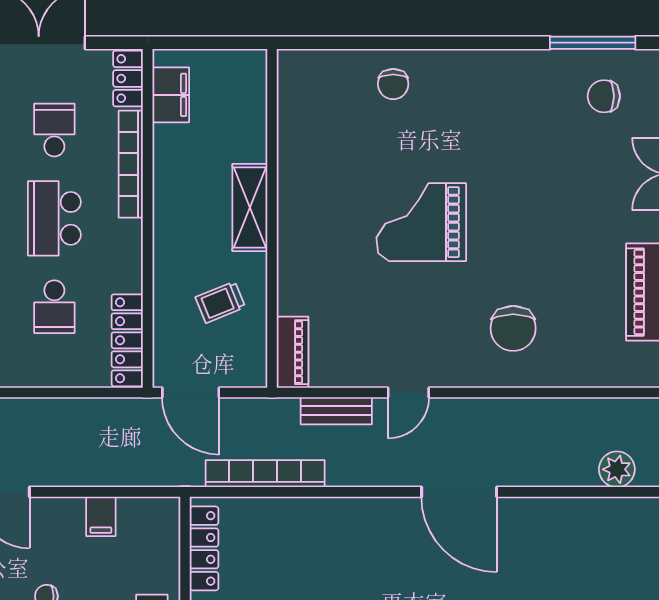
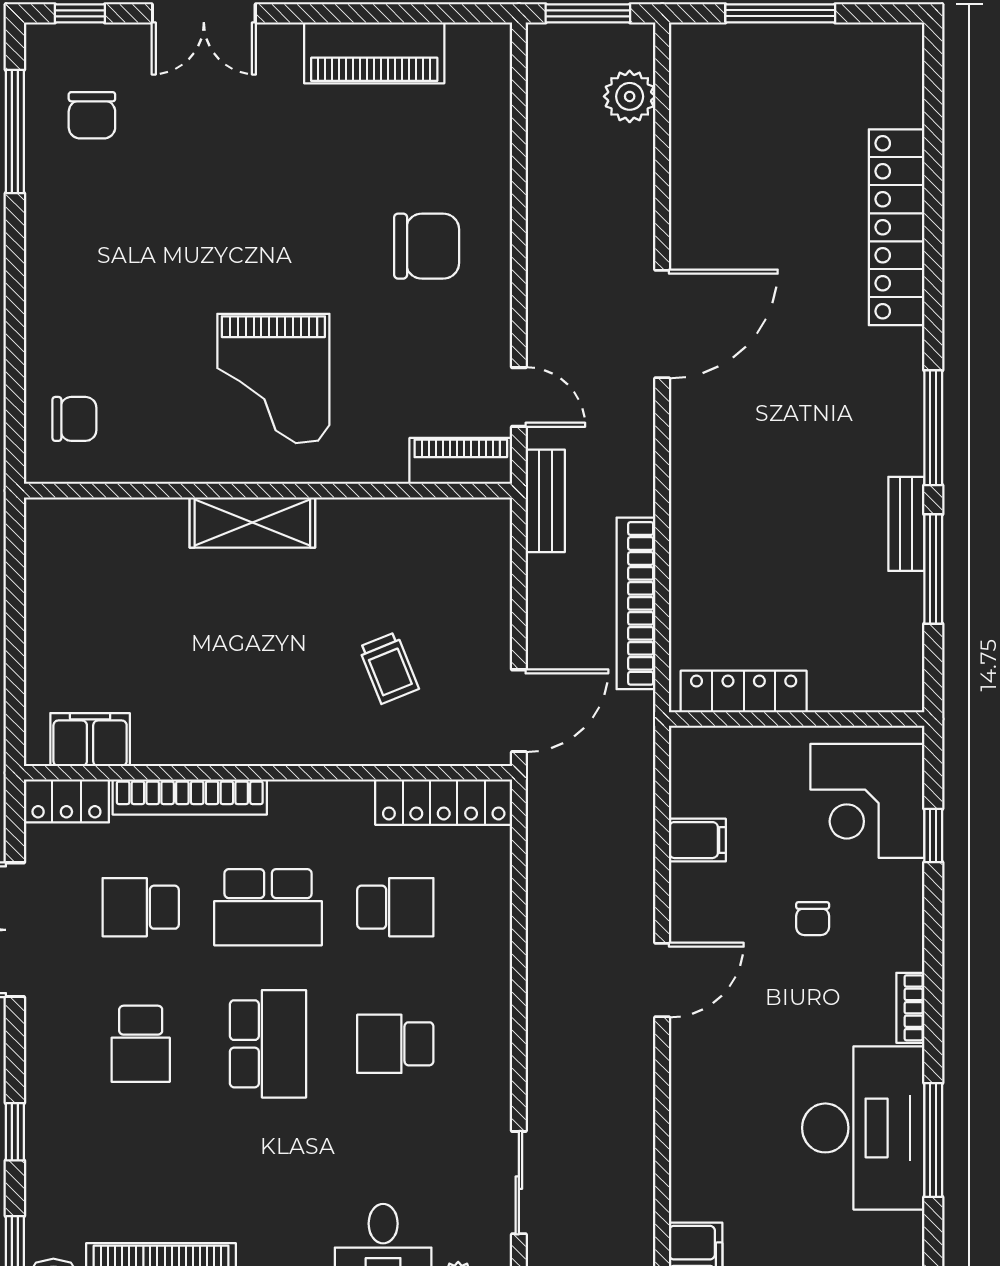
shelving: (250, 208) -> (252, 522), moved
wall: (272, 218) -> (268, 491), moved
piano: (293, 352) -> (461, 461), moved

